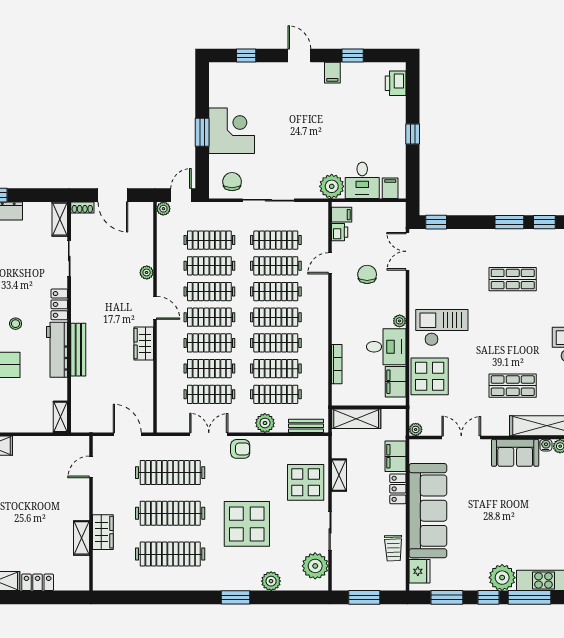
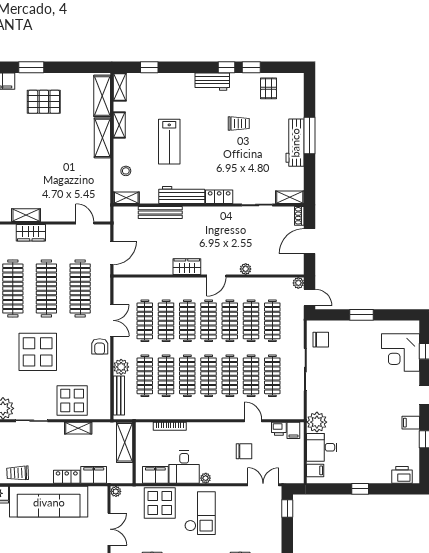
corner desk: (232, 131) -> (401, 352), moved, turned 90
stool: (16, 324) -> (126, 171), moved
bench: (78, 350) -> (160, 213), moved
bench: (306, 426) -> (119, 396), width x1.36

